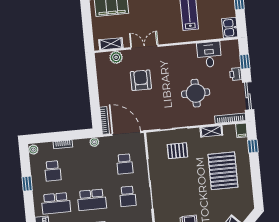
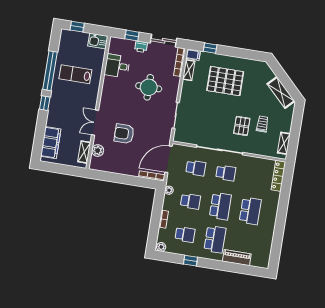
shelving: (211, 131) -> (189, 70), moved
pallet: (177, 151) -> (242, 126), moved
school desk: (89, 167) -> (190, 201), added

